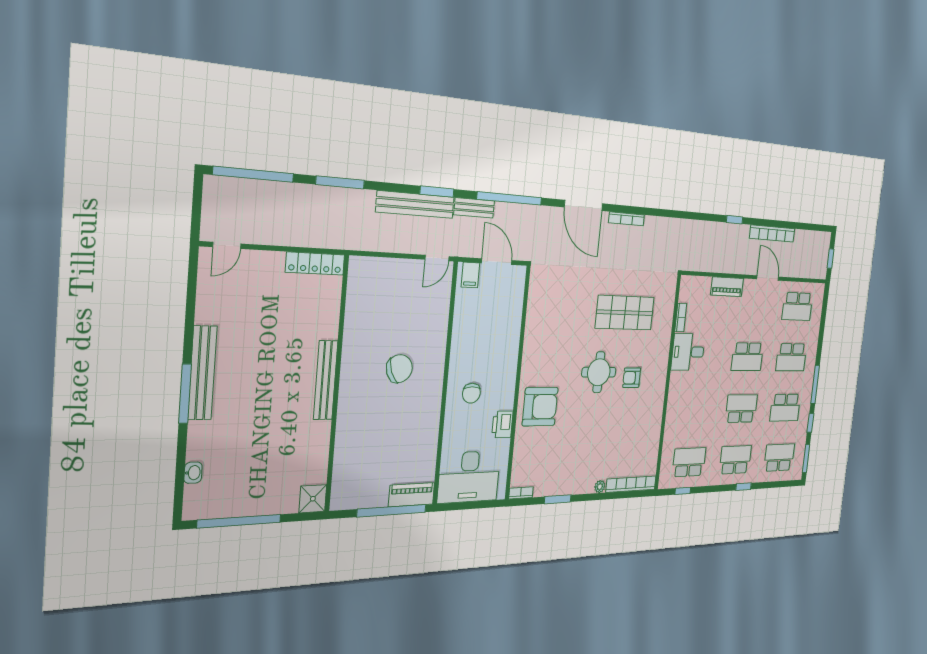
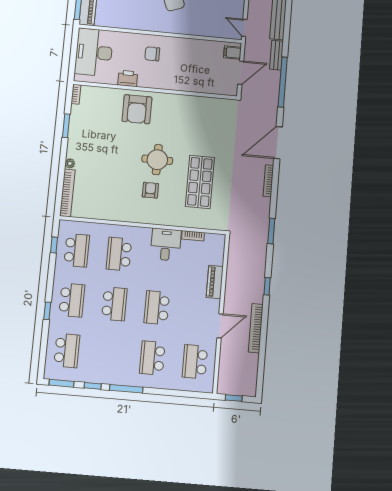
window: (437, 192) -> (271, 231), moved
school desk: (785, 408) -> (119, 254), moved

